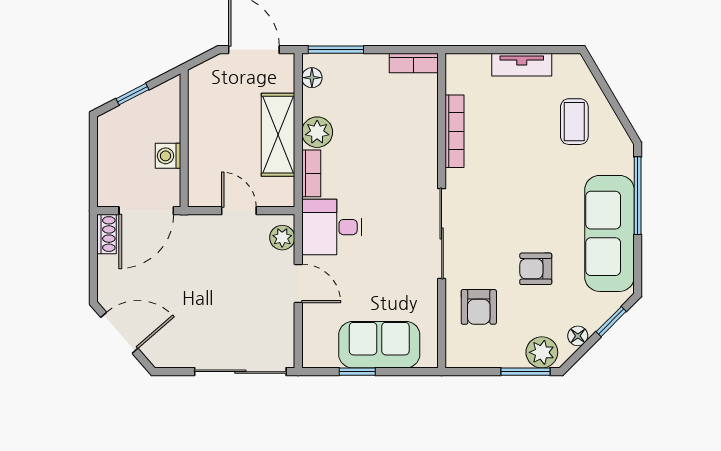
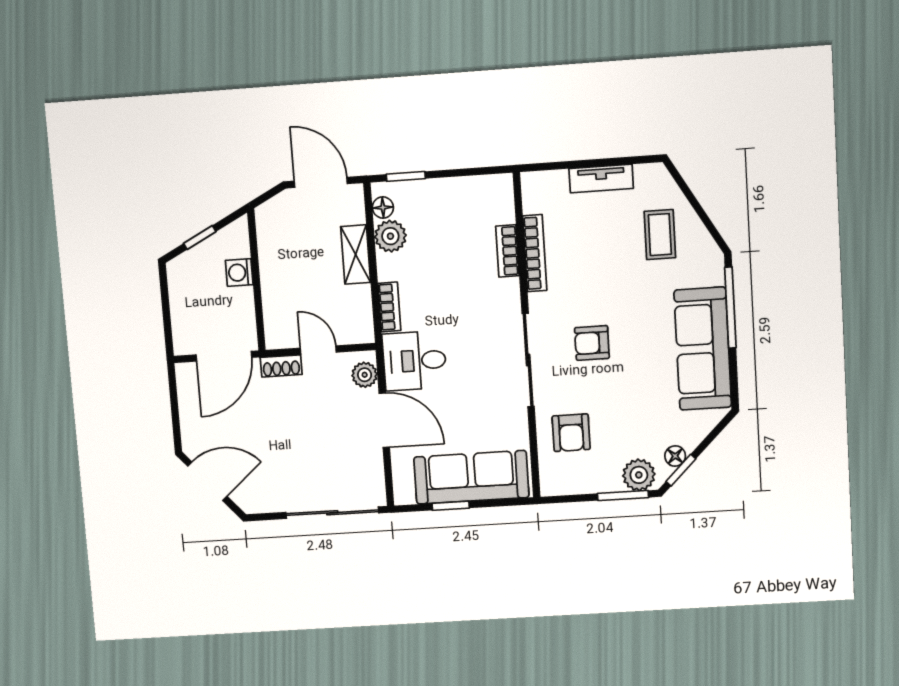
window: (336, 50) -> (406, 176), width x0.67
bookcase: (414, 63) -> (507, 251), moved, turned 90
plant: (317, 132) -> (390, 236), moved
shelving: (278, 135) -> (356, 255), width x0.67, depth x0.75
washing machine: (168, 156) -> (239, 273), moved
shoe rack: (107, 234) -> (281, 366), moved, turned 90
armchair: (536, 269) -> (592, 343), moved
door: (298, 283) -> (384, 420), width x1.38
window: (611, 322) -> (681, 470), moved
sofa: (379, 345) -> (471, 477), width x1.36

